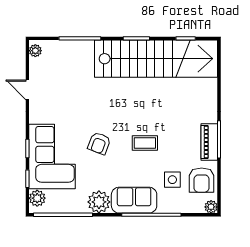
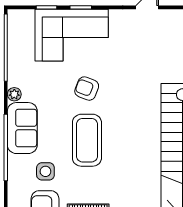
coffee table: (145, 143) -> (87, 140), width x1.86, depth x1.72
plant: (37, 198) -> (24, 18), removed
plant: (99, 202) -> (14, 94), width x0.53, depth x0.53

